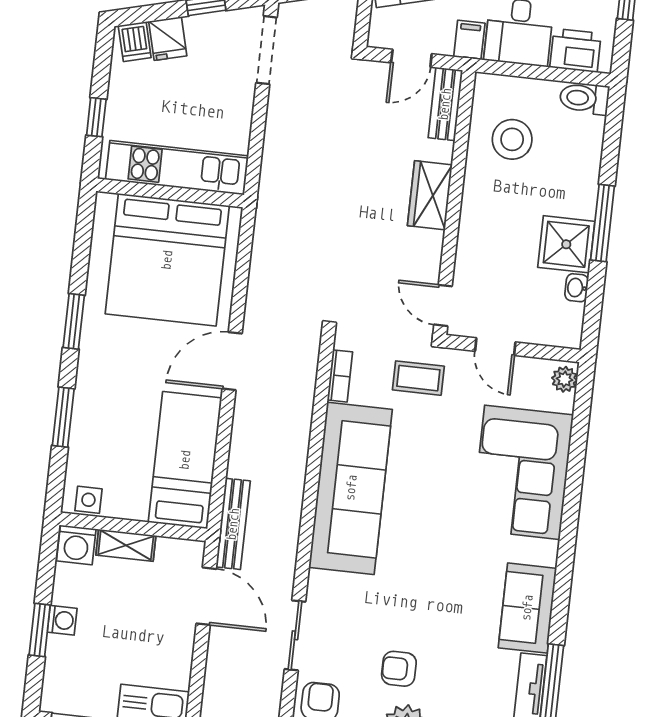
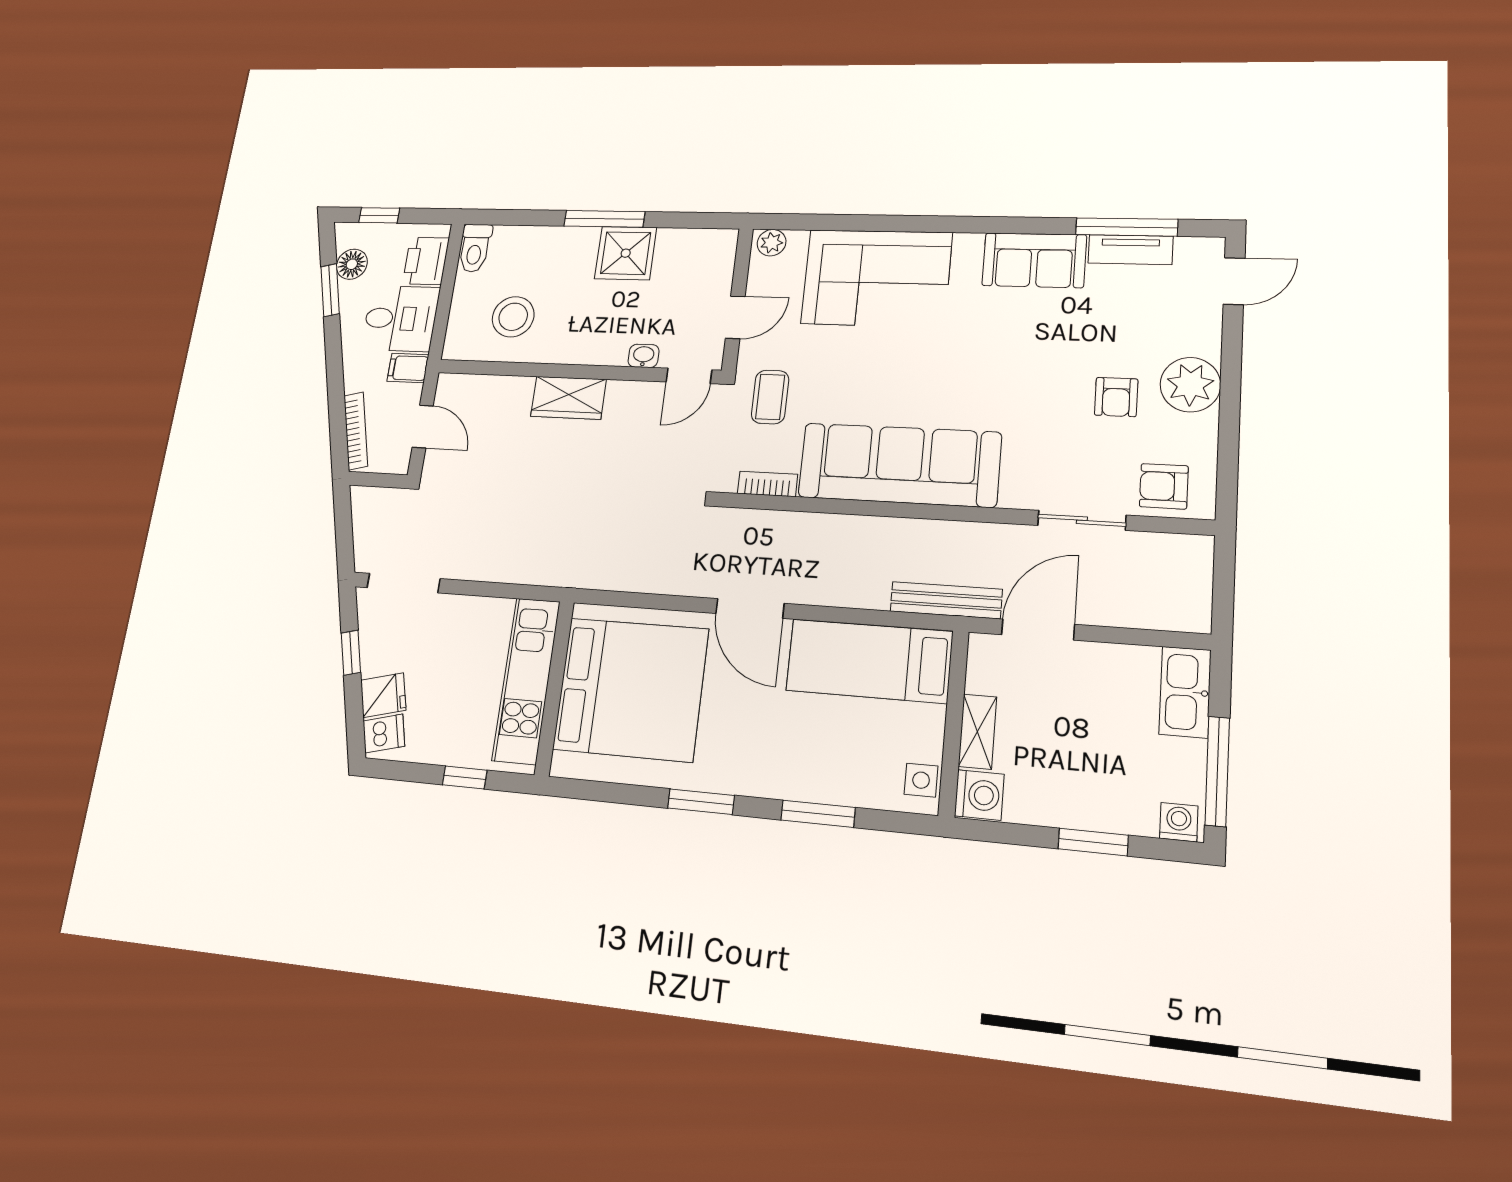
bench: (445, 104) -> (472, 388), removed
washbasin: (577, 288) -> (644, 356), moved, turned 180
washing machine: (62, 620) -> (1179, 822), moved

